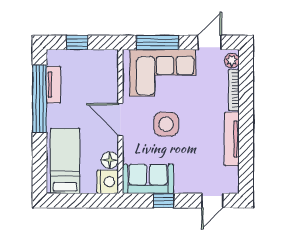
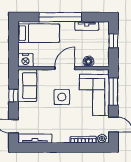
window: (40, 99) -> (60, 17), moved
tv unit: (232, 139) -> (35, 139), moved
floor lamp: (110, 160) -> (89, 61), moved

